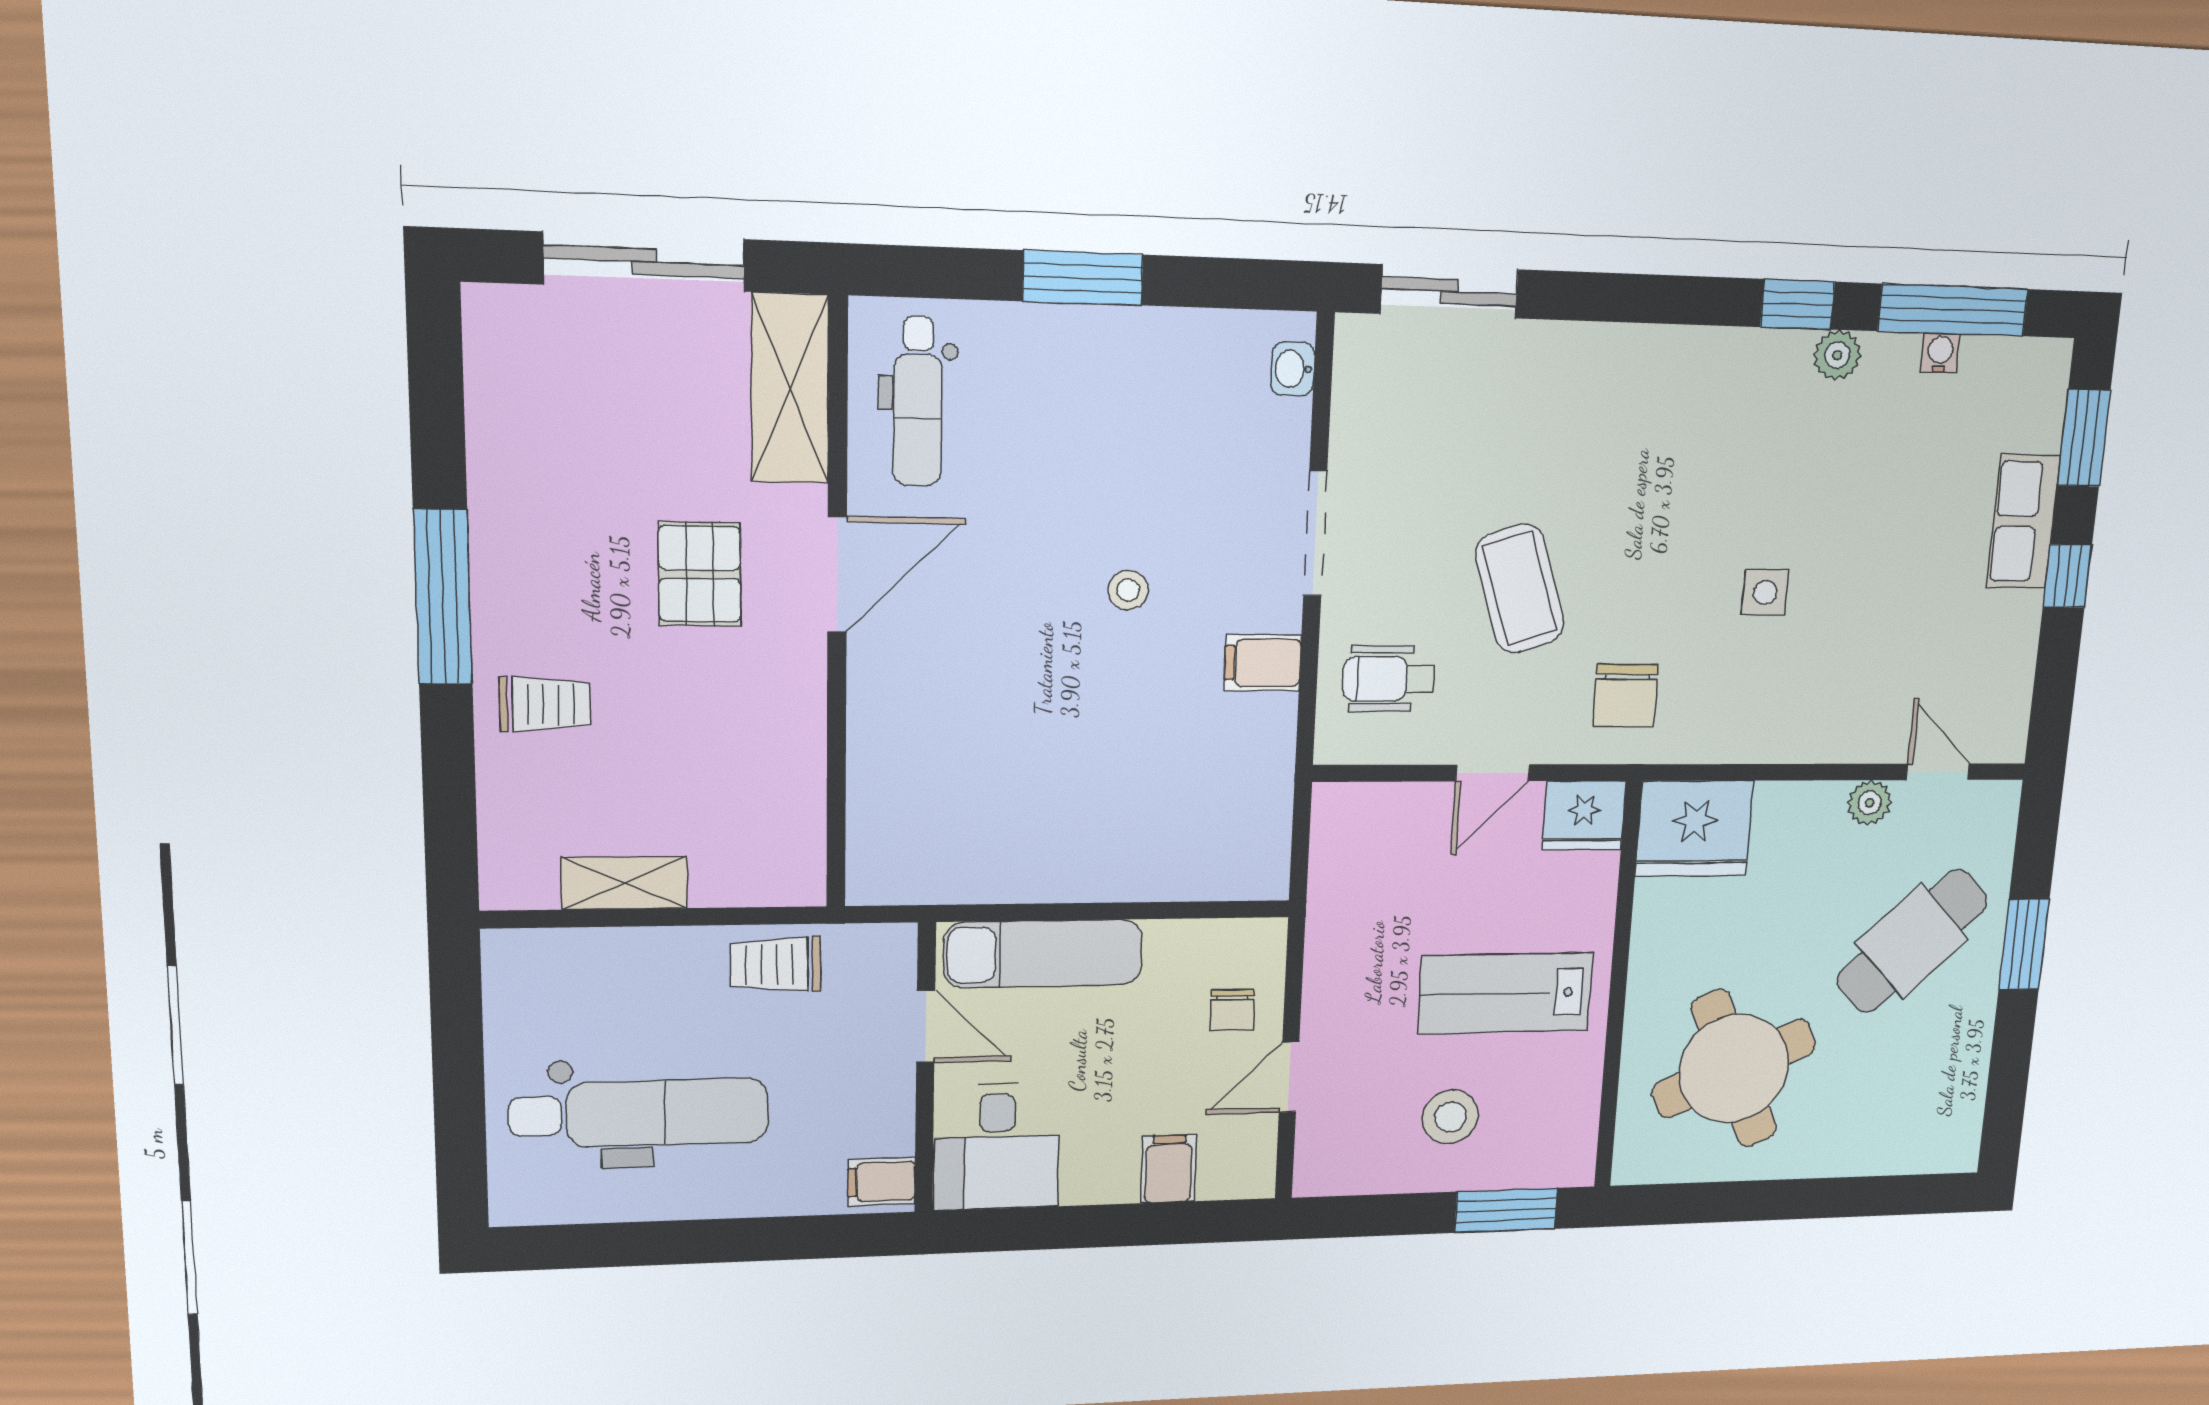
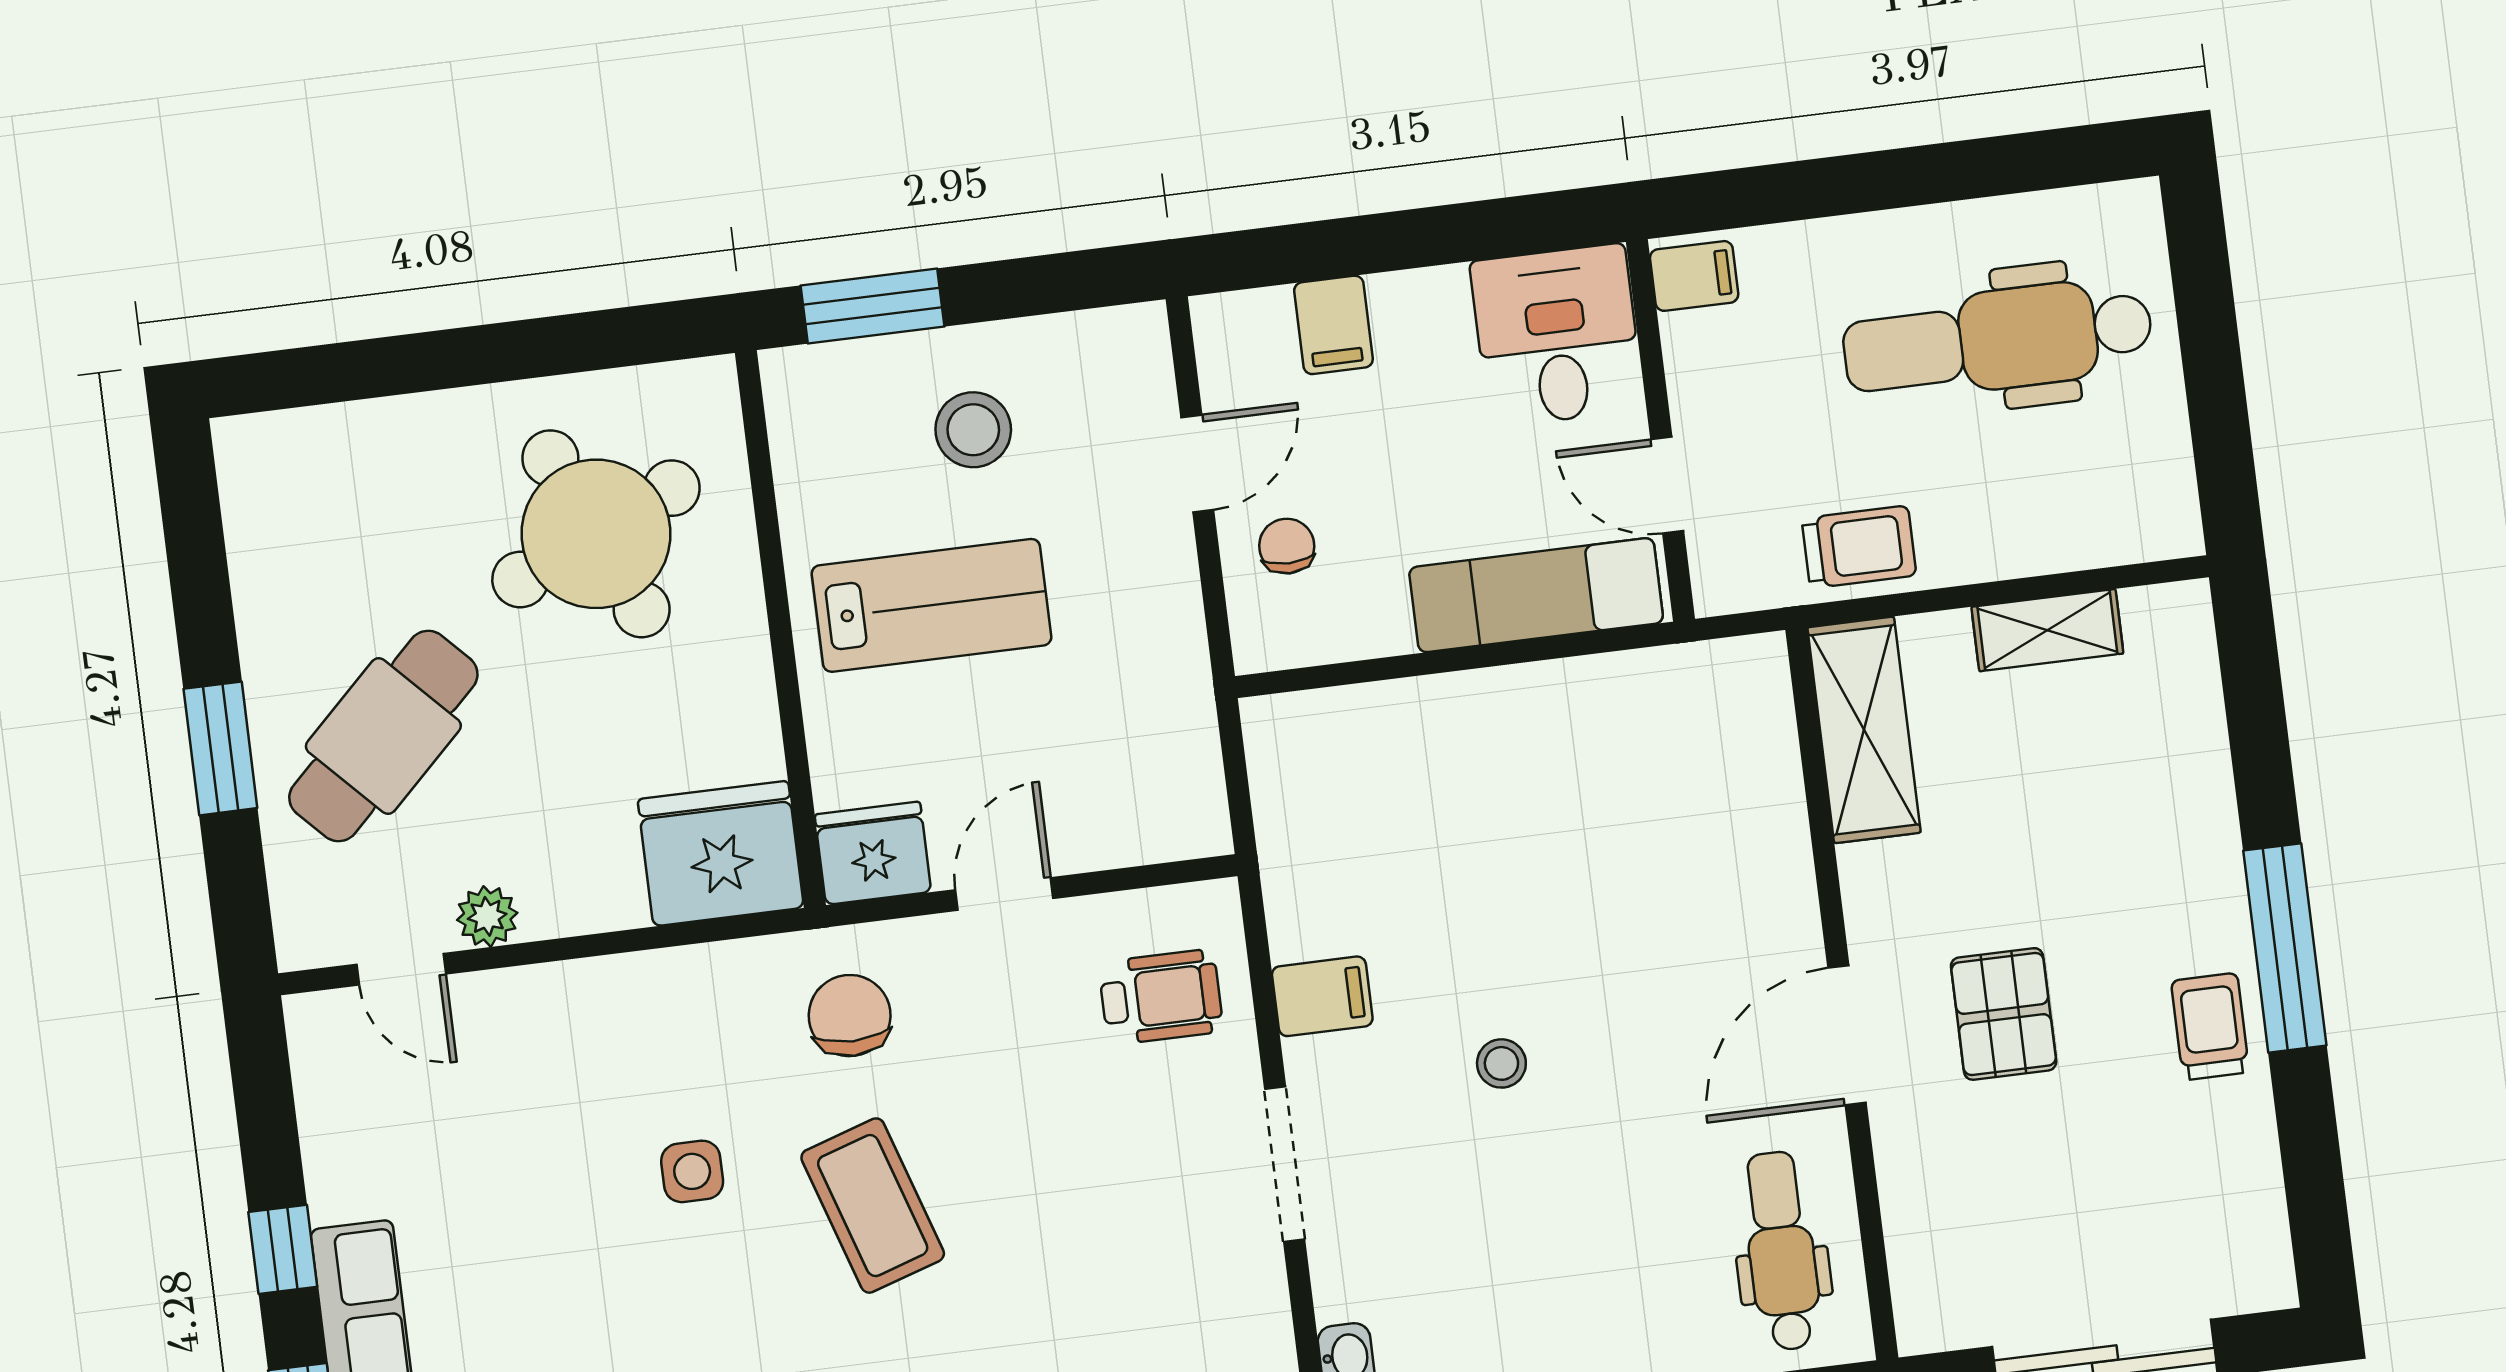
shelving: (790, 389) -> (1864, 730), moved
coffee table: (1520, 589) -> (873, 1206), moved
trolley: (545, 704) -> (2210, 1027), moved, turned 90

